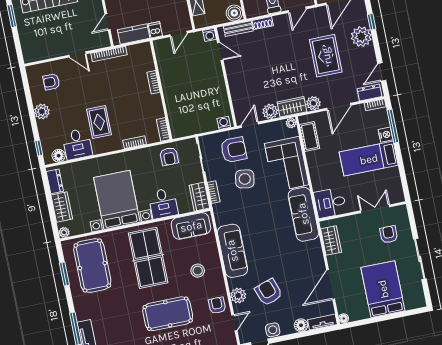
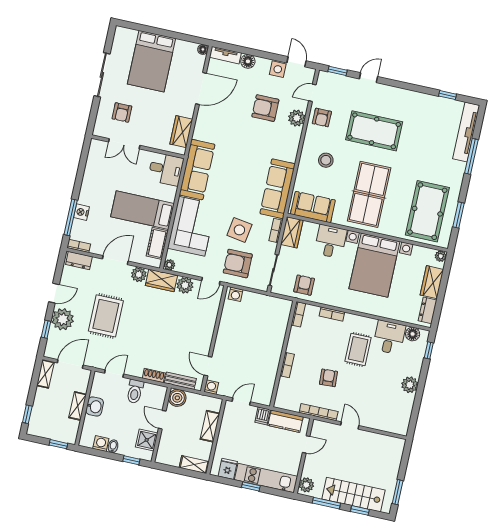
door: (382, 72) -> (54, 293), moved
armchair: (51, 82) -> (328, 378), moved, turned -93
bed: (369, 159) -> (142, 210), moved, turned 180
sofa: (232, 251) -> (278, 189), moved
armchair: (269, 292) -> (265, 108), turned 109

